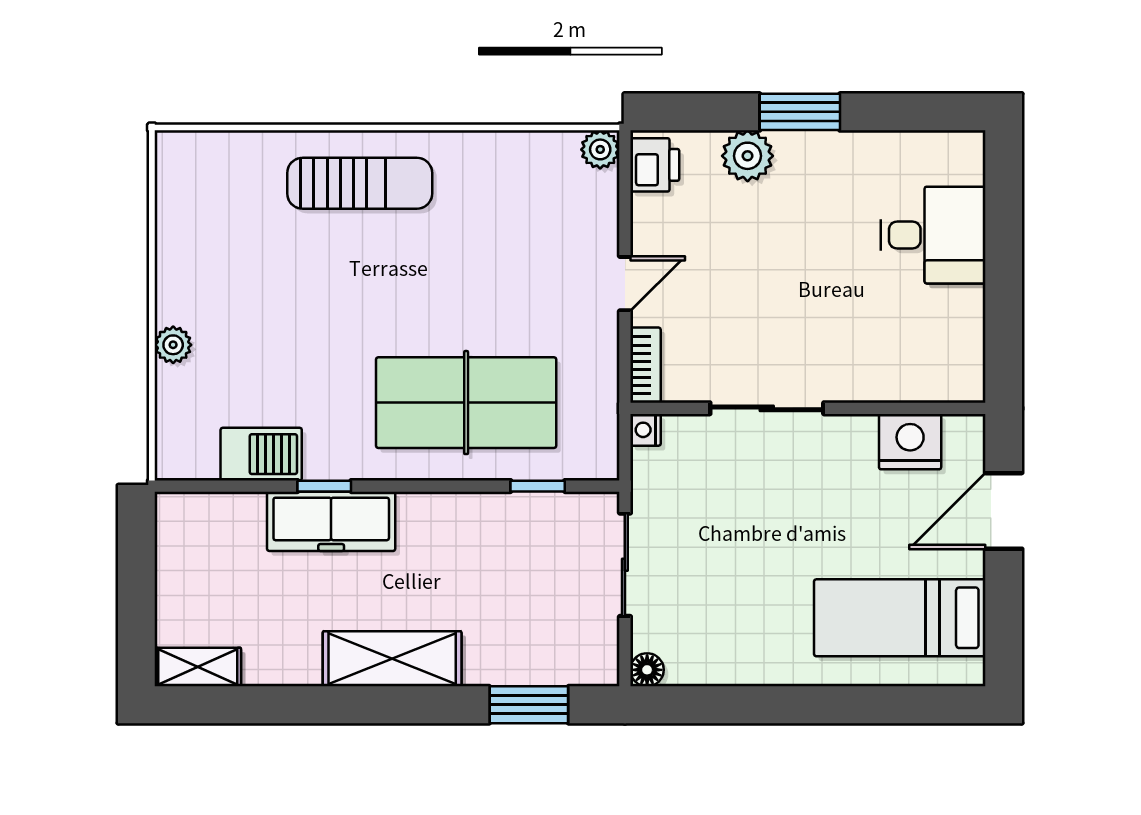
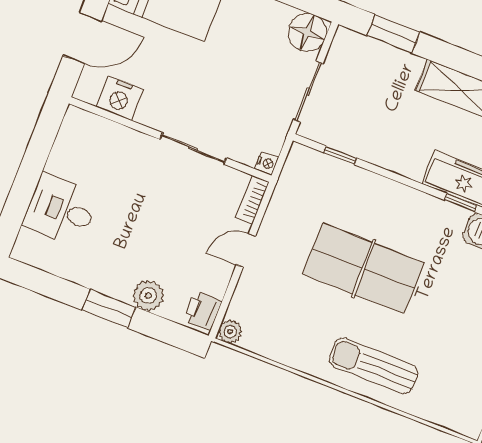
table tennis table: (466, 403) -> (363, 268), moved
floor lamp: (647, 670) -> (307, 32), width x1.89, depth x1.89

